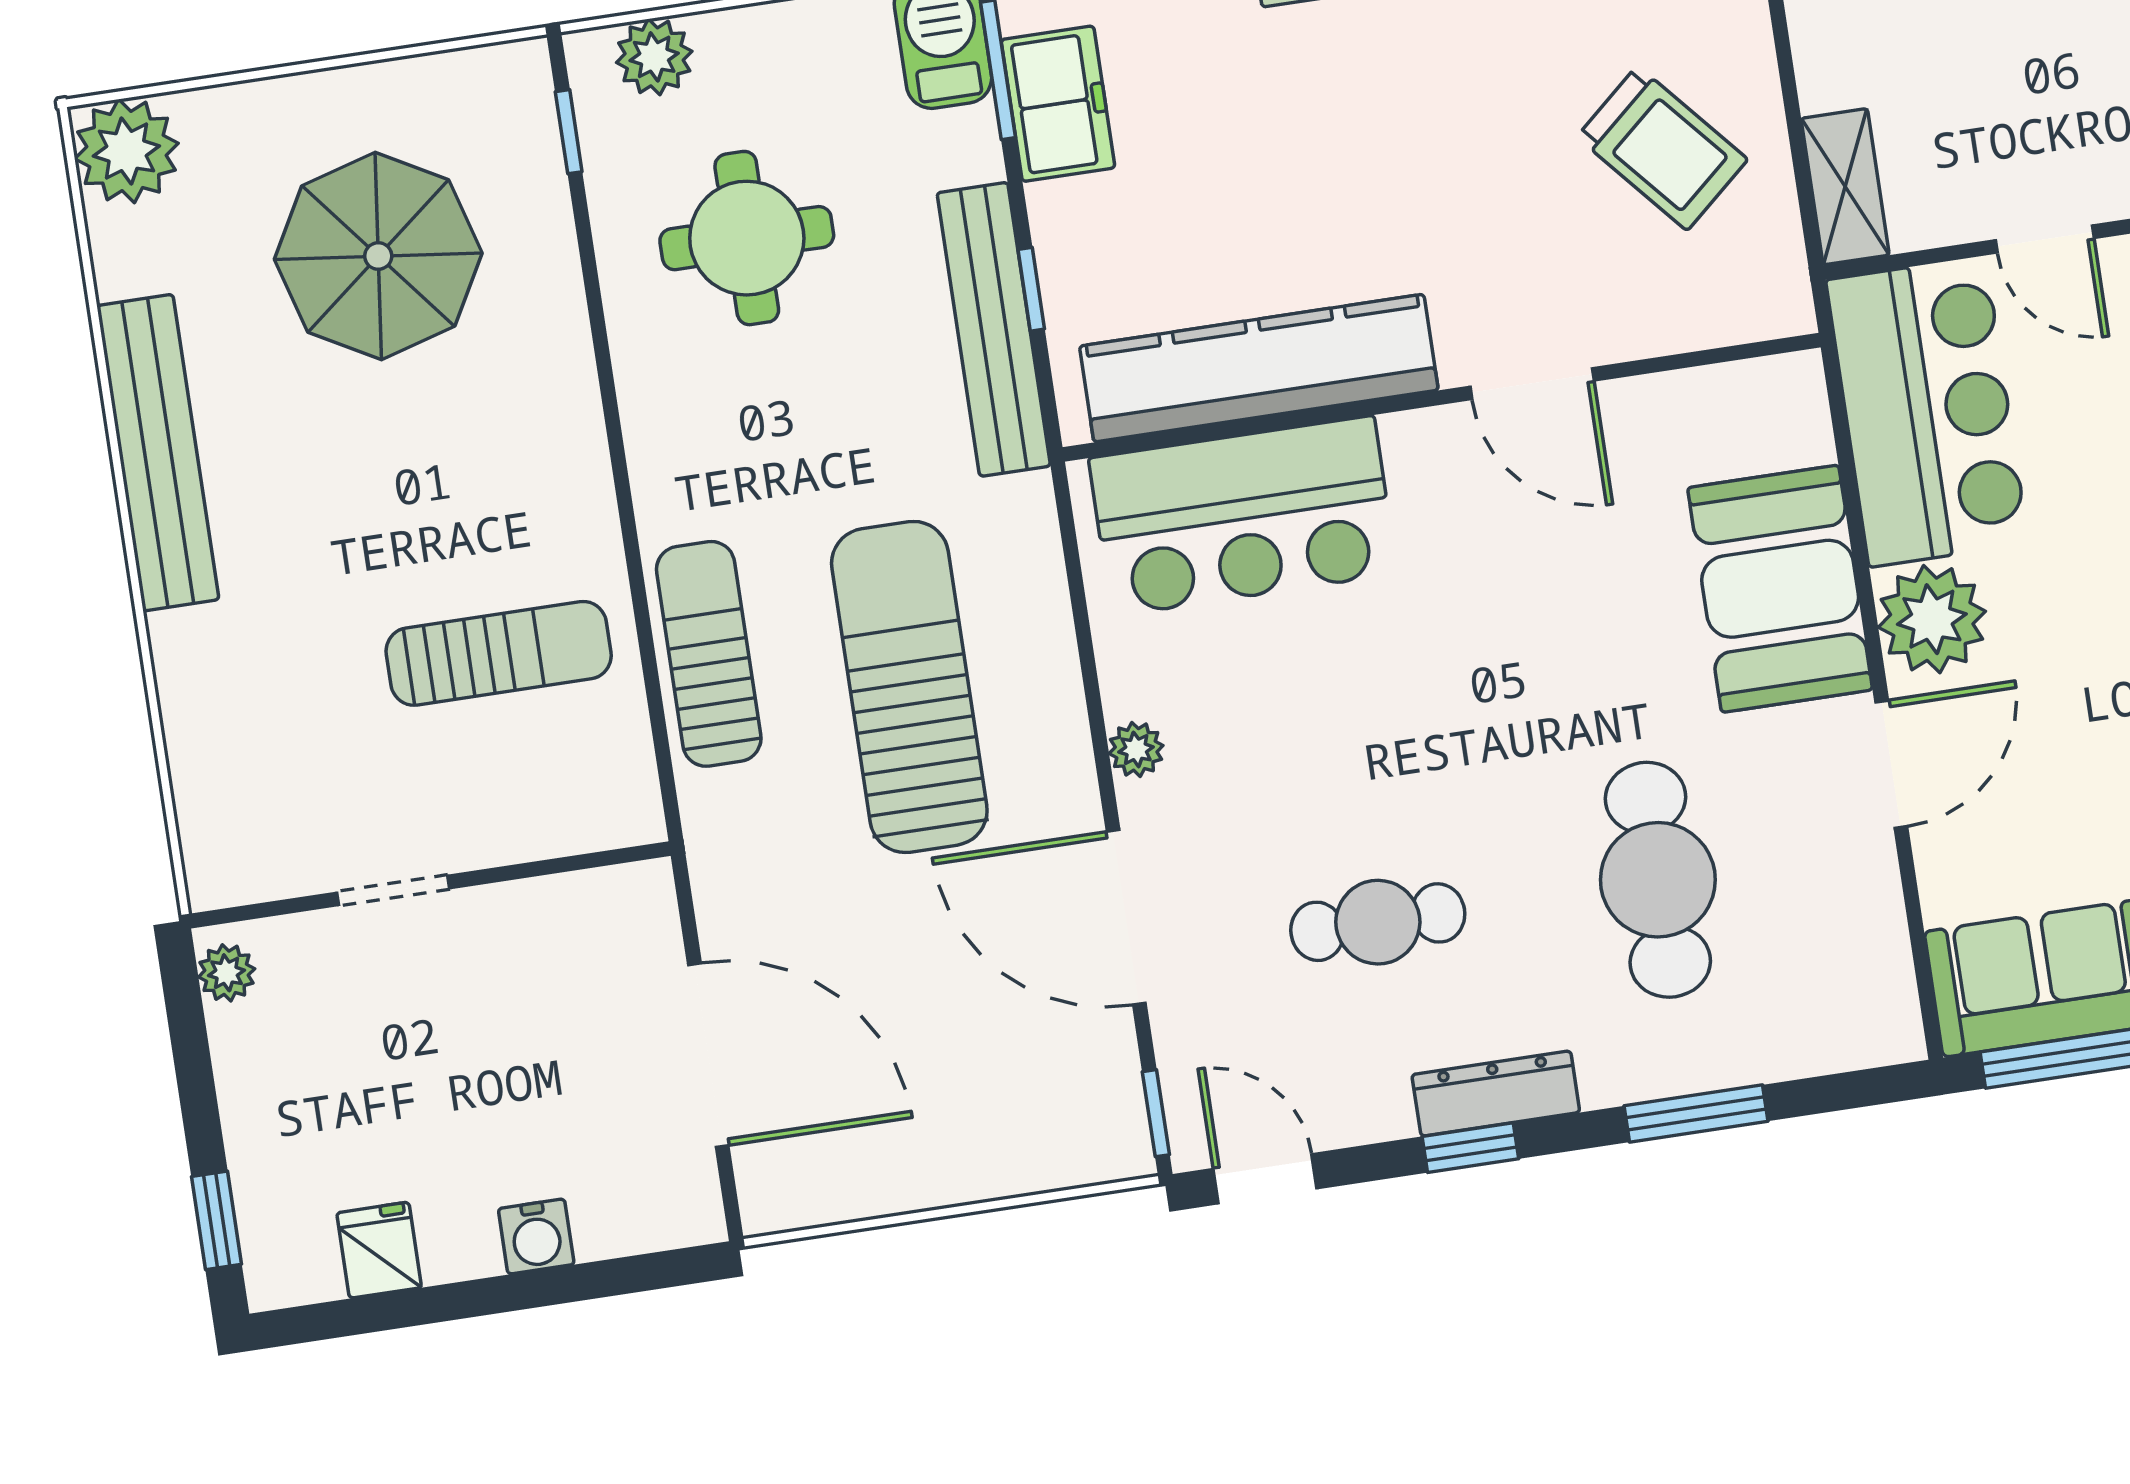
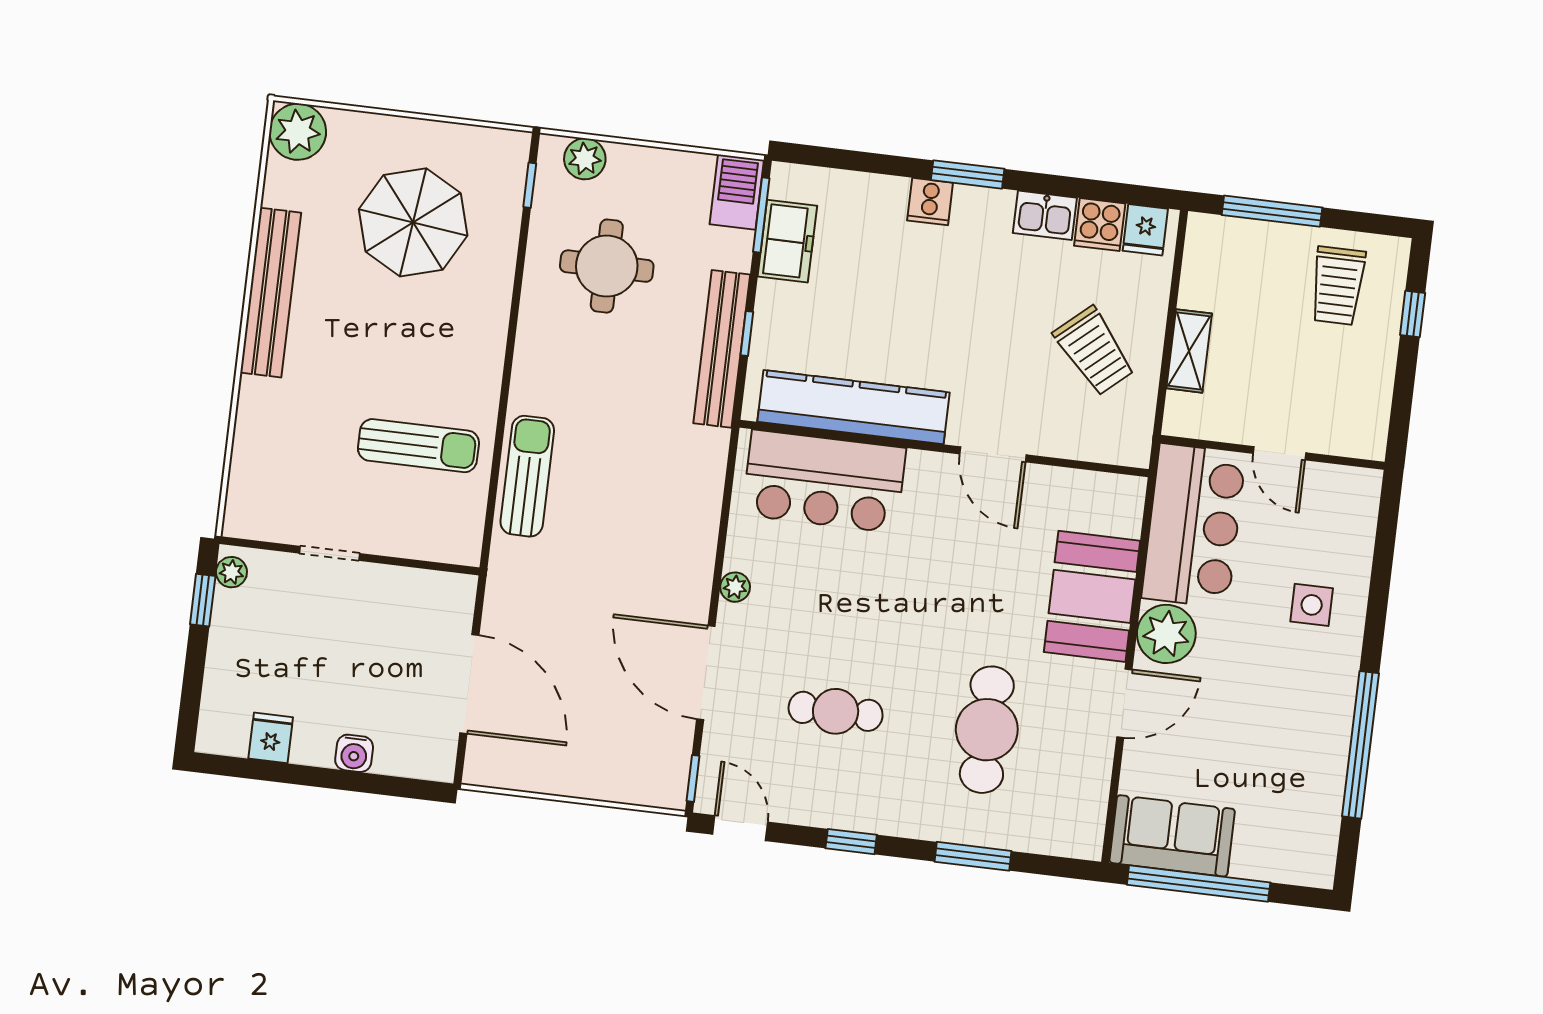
shelving: (1845, 187) -> (1189, 351), moved
sun lounger: (909, 687) -> (626, 522), removed
dresser: (1496, 1093) -> (872, 817), removed
window: (217, 1220) -> (203, 600), moved

